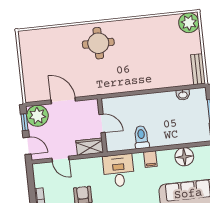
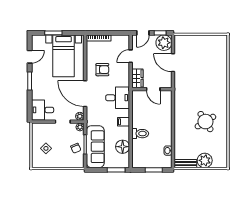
plant: (189, 23) -> (205, 160), moved
round table: (98, 43) -> (205, 122), moved, turned -32
door: (63, 101) -> (173, 63), swing flipped
door: (102, 123) -> (153, 89), hinge flipped
toilet: (141, 137) -> (140, 134), moved

